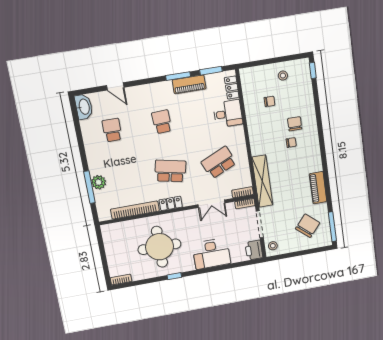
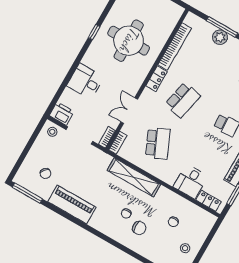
shelving: (262, 181) -> (134, 177), moved
piano: (318, 188) -> (72, 205), width x1.37, depth x1.33
chair: (308, 226) -> (45, 173), width x0.54, depth x0.54
desk: (211, 254) -> (85, 81), width x0.73

